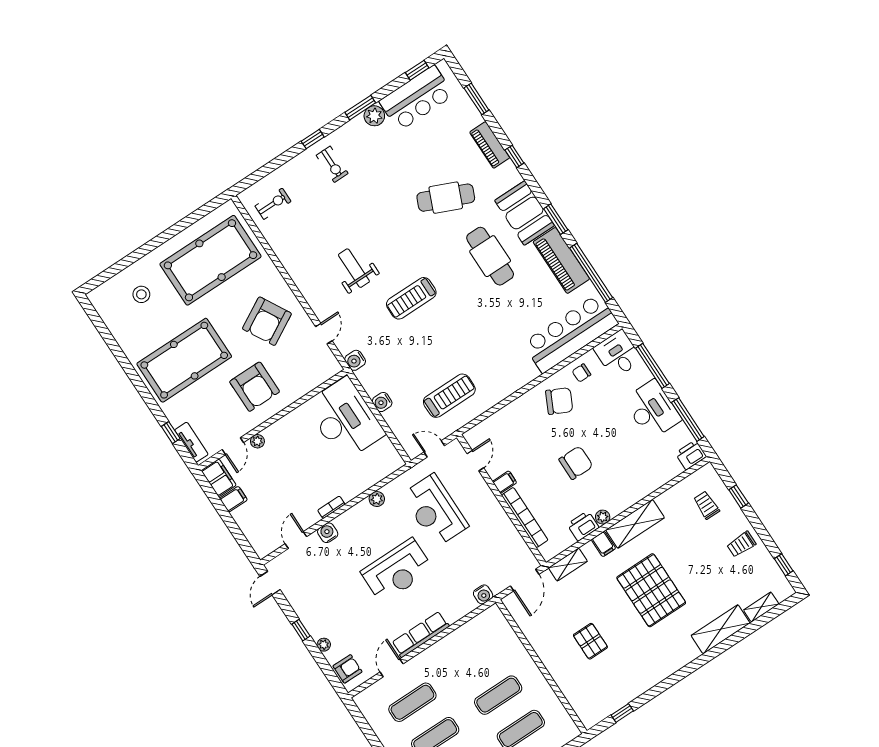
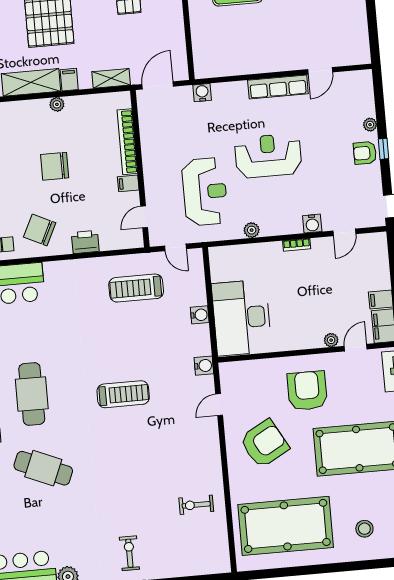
exercise bike: (273, 204) -> (196, 505), moved
weight bench: (354, 268) -> (160, 449), removed
printer: (583, 526) -> (85, 242), moved, turned 180
armchair: (348, 669) -> (365, 153), moved
exercise mat: (412, 702) -> (318, 30), removed

